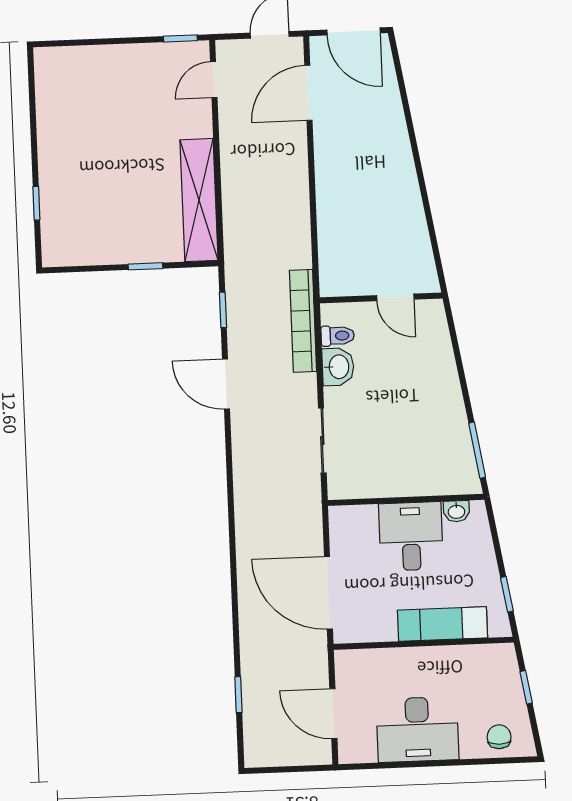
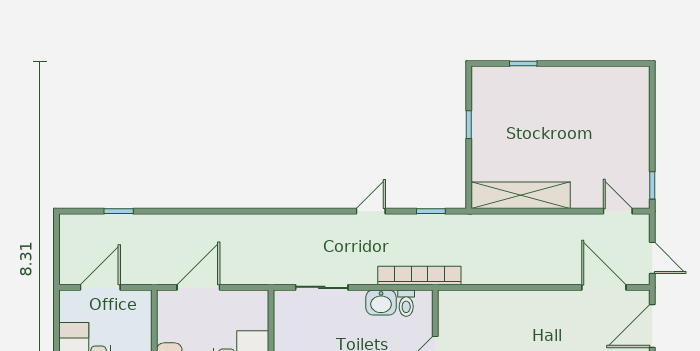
window: (145, 266) -> (469, 125), moved
door: (226, 384) -> (371, 211), width x0.73
door: (328, 593) -> (198, 287), width x0.73

